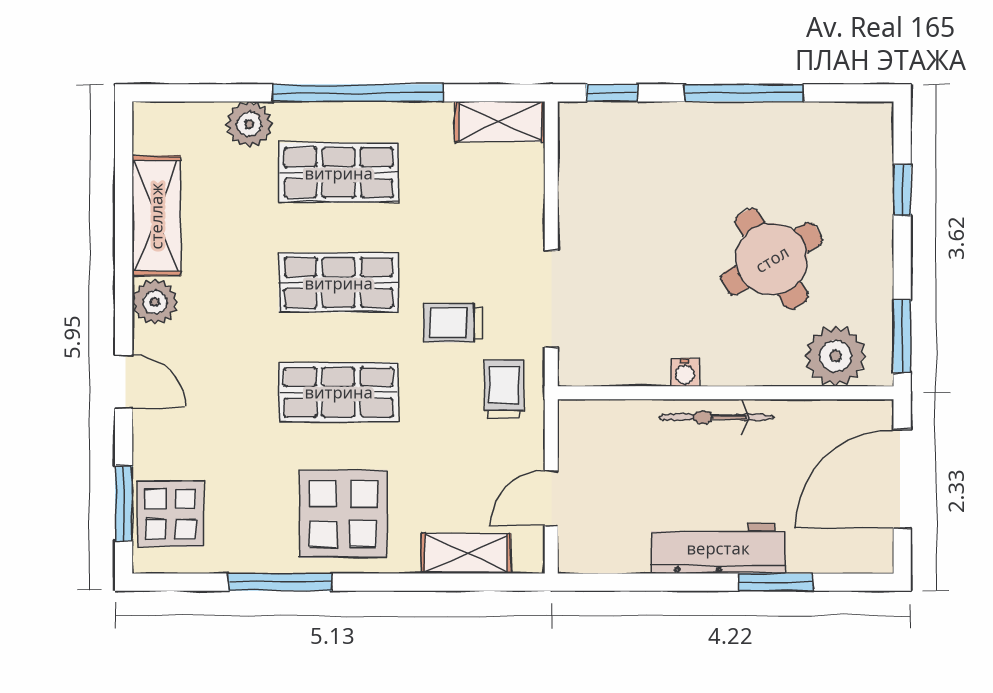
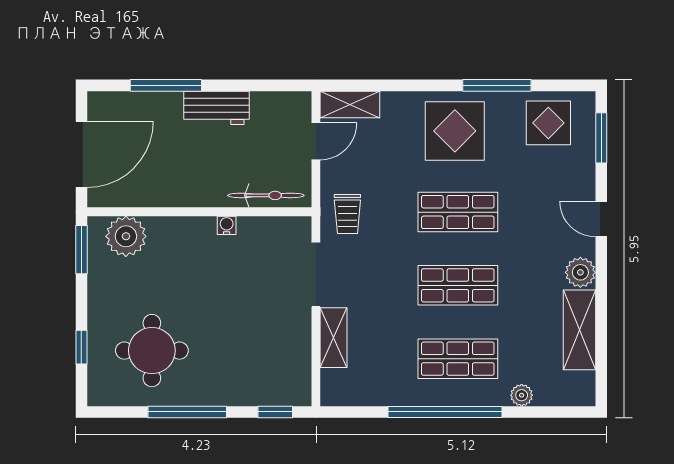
shelving: (500, 122) -> (334, 338), moved, turned 90
plant: (249, 124) -> (522, 395), width x0.73, depth x0.73
round table: (772, 259) -> (152, 351), moved, turned 31
trolley: (453, 323) -> (382, 259), removed
bicycle: (716, 417) -> (266, 195), moved
display table: (171, 514) -> (548, 123), moved
workbench: (718, 548) -> (216, 108), width x0.73
shelving: (466, 553) -> (350, 104), moved
window: (776, 582) -> (166, 85), width x1.44

